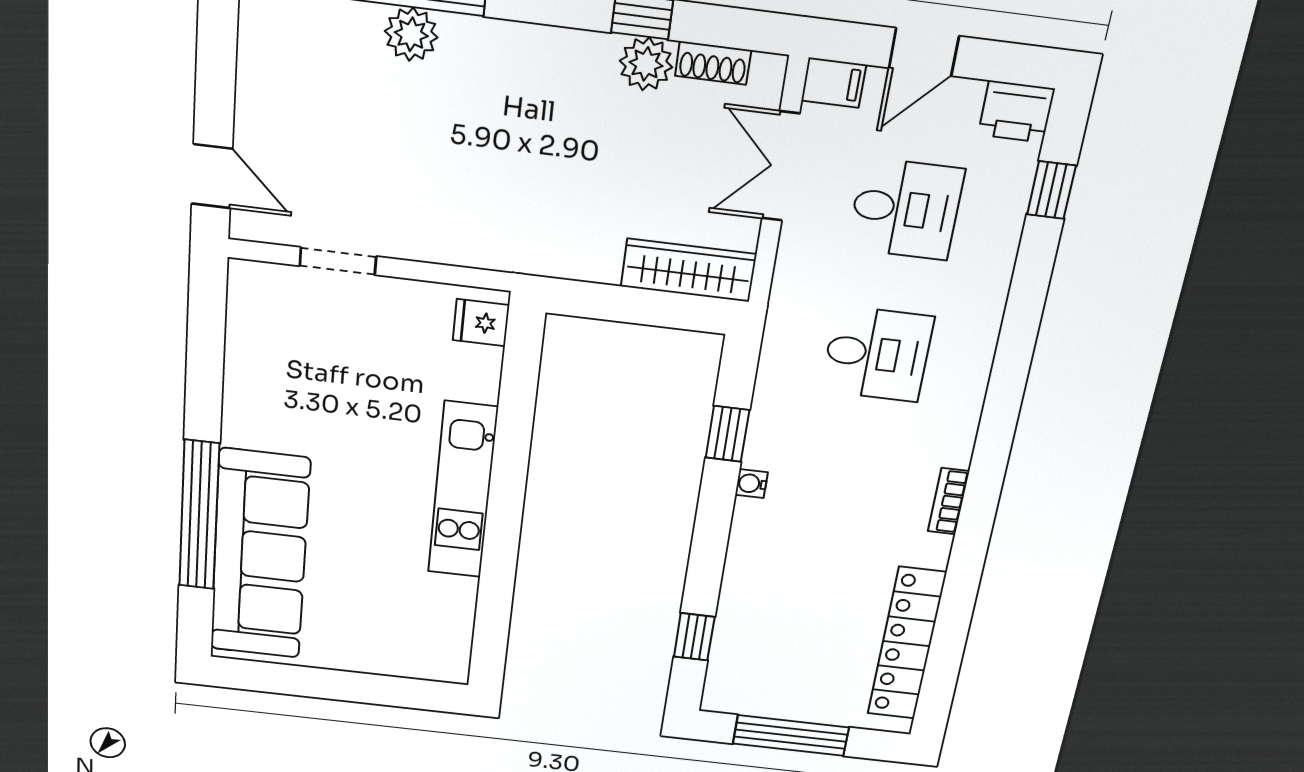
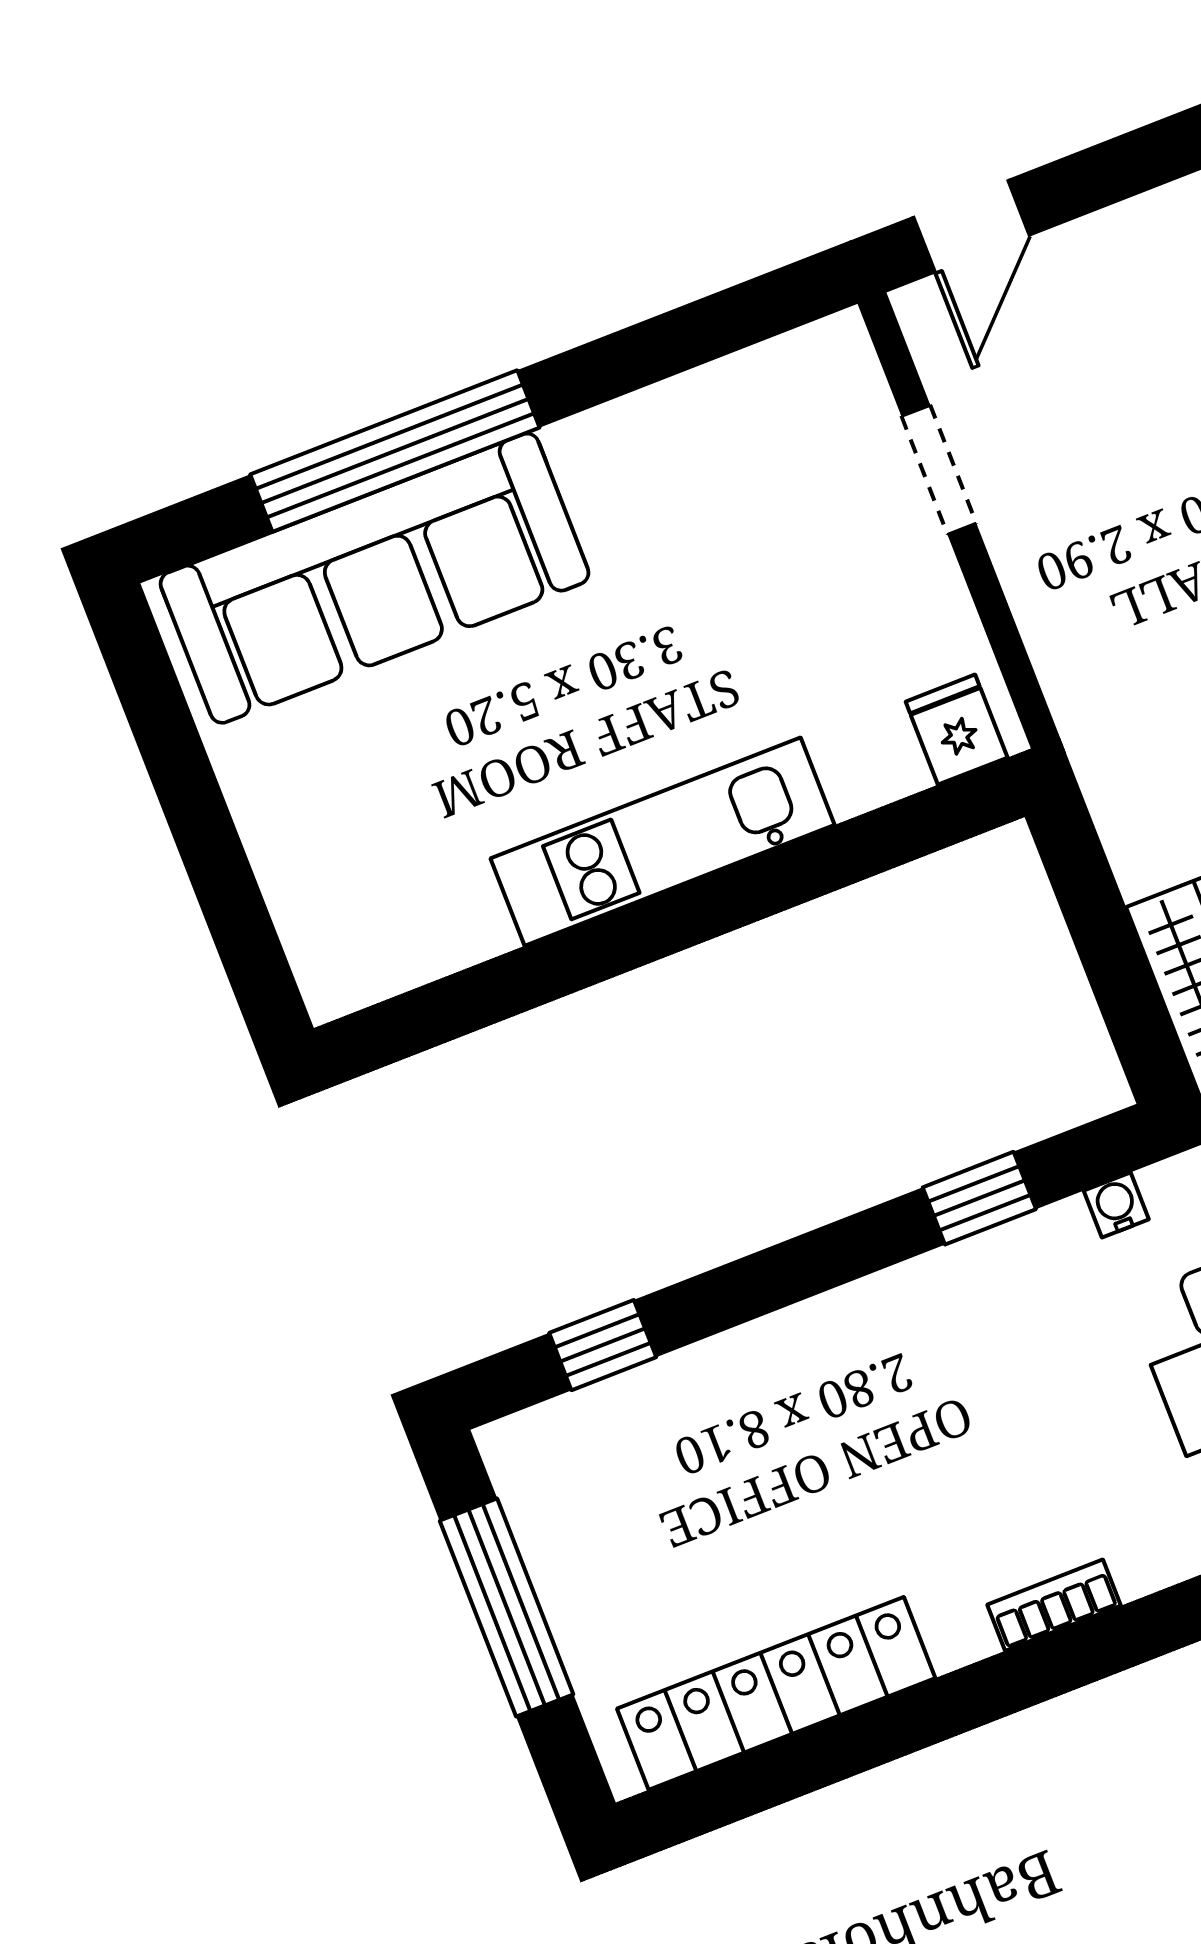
water cooler: (751, 484) -> (1116, 1205), moved

